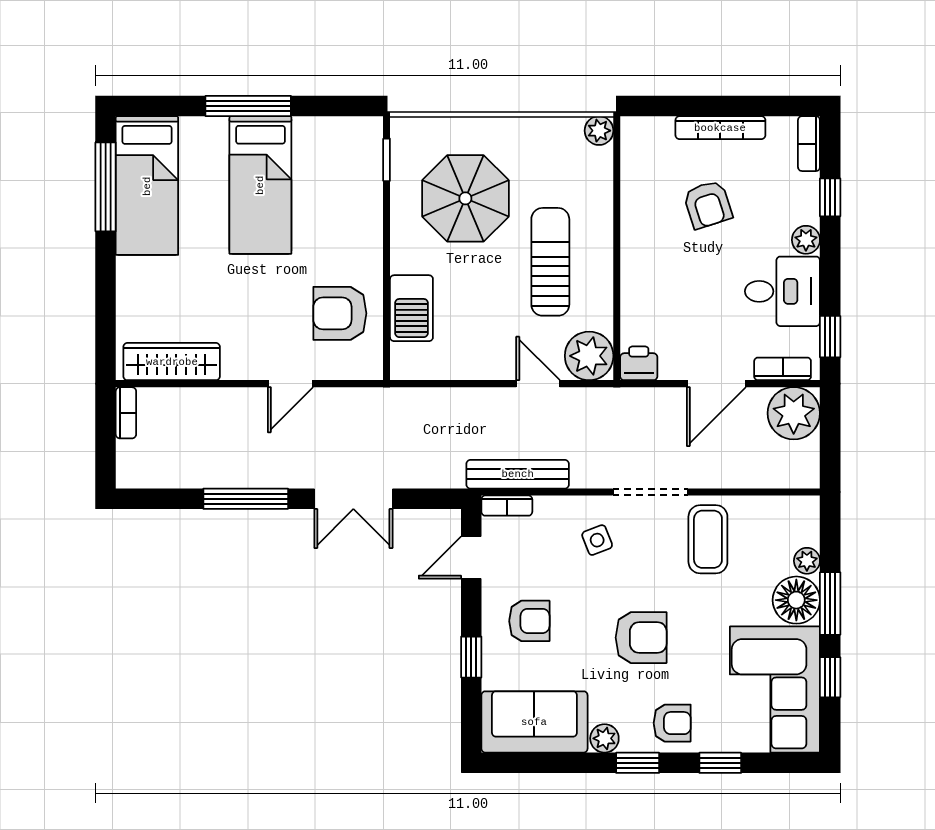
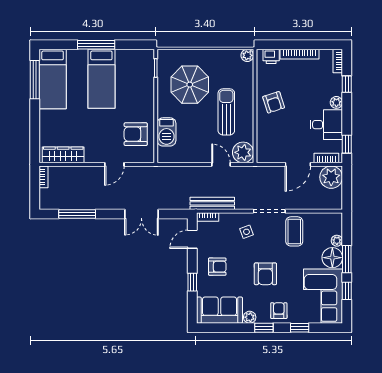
armchair: (708, 204) -> (274, 102), moved
printer: (639, 363) -> (271, 56), moved, turned 180
window: (246, 499) -> (77, 214), moved
armchair: (641, 638) -> (265, 274), turned 90
armchair: (672, 723) -> (279, 311), turned -90

